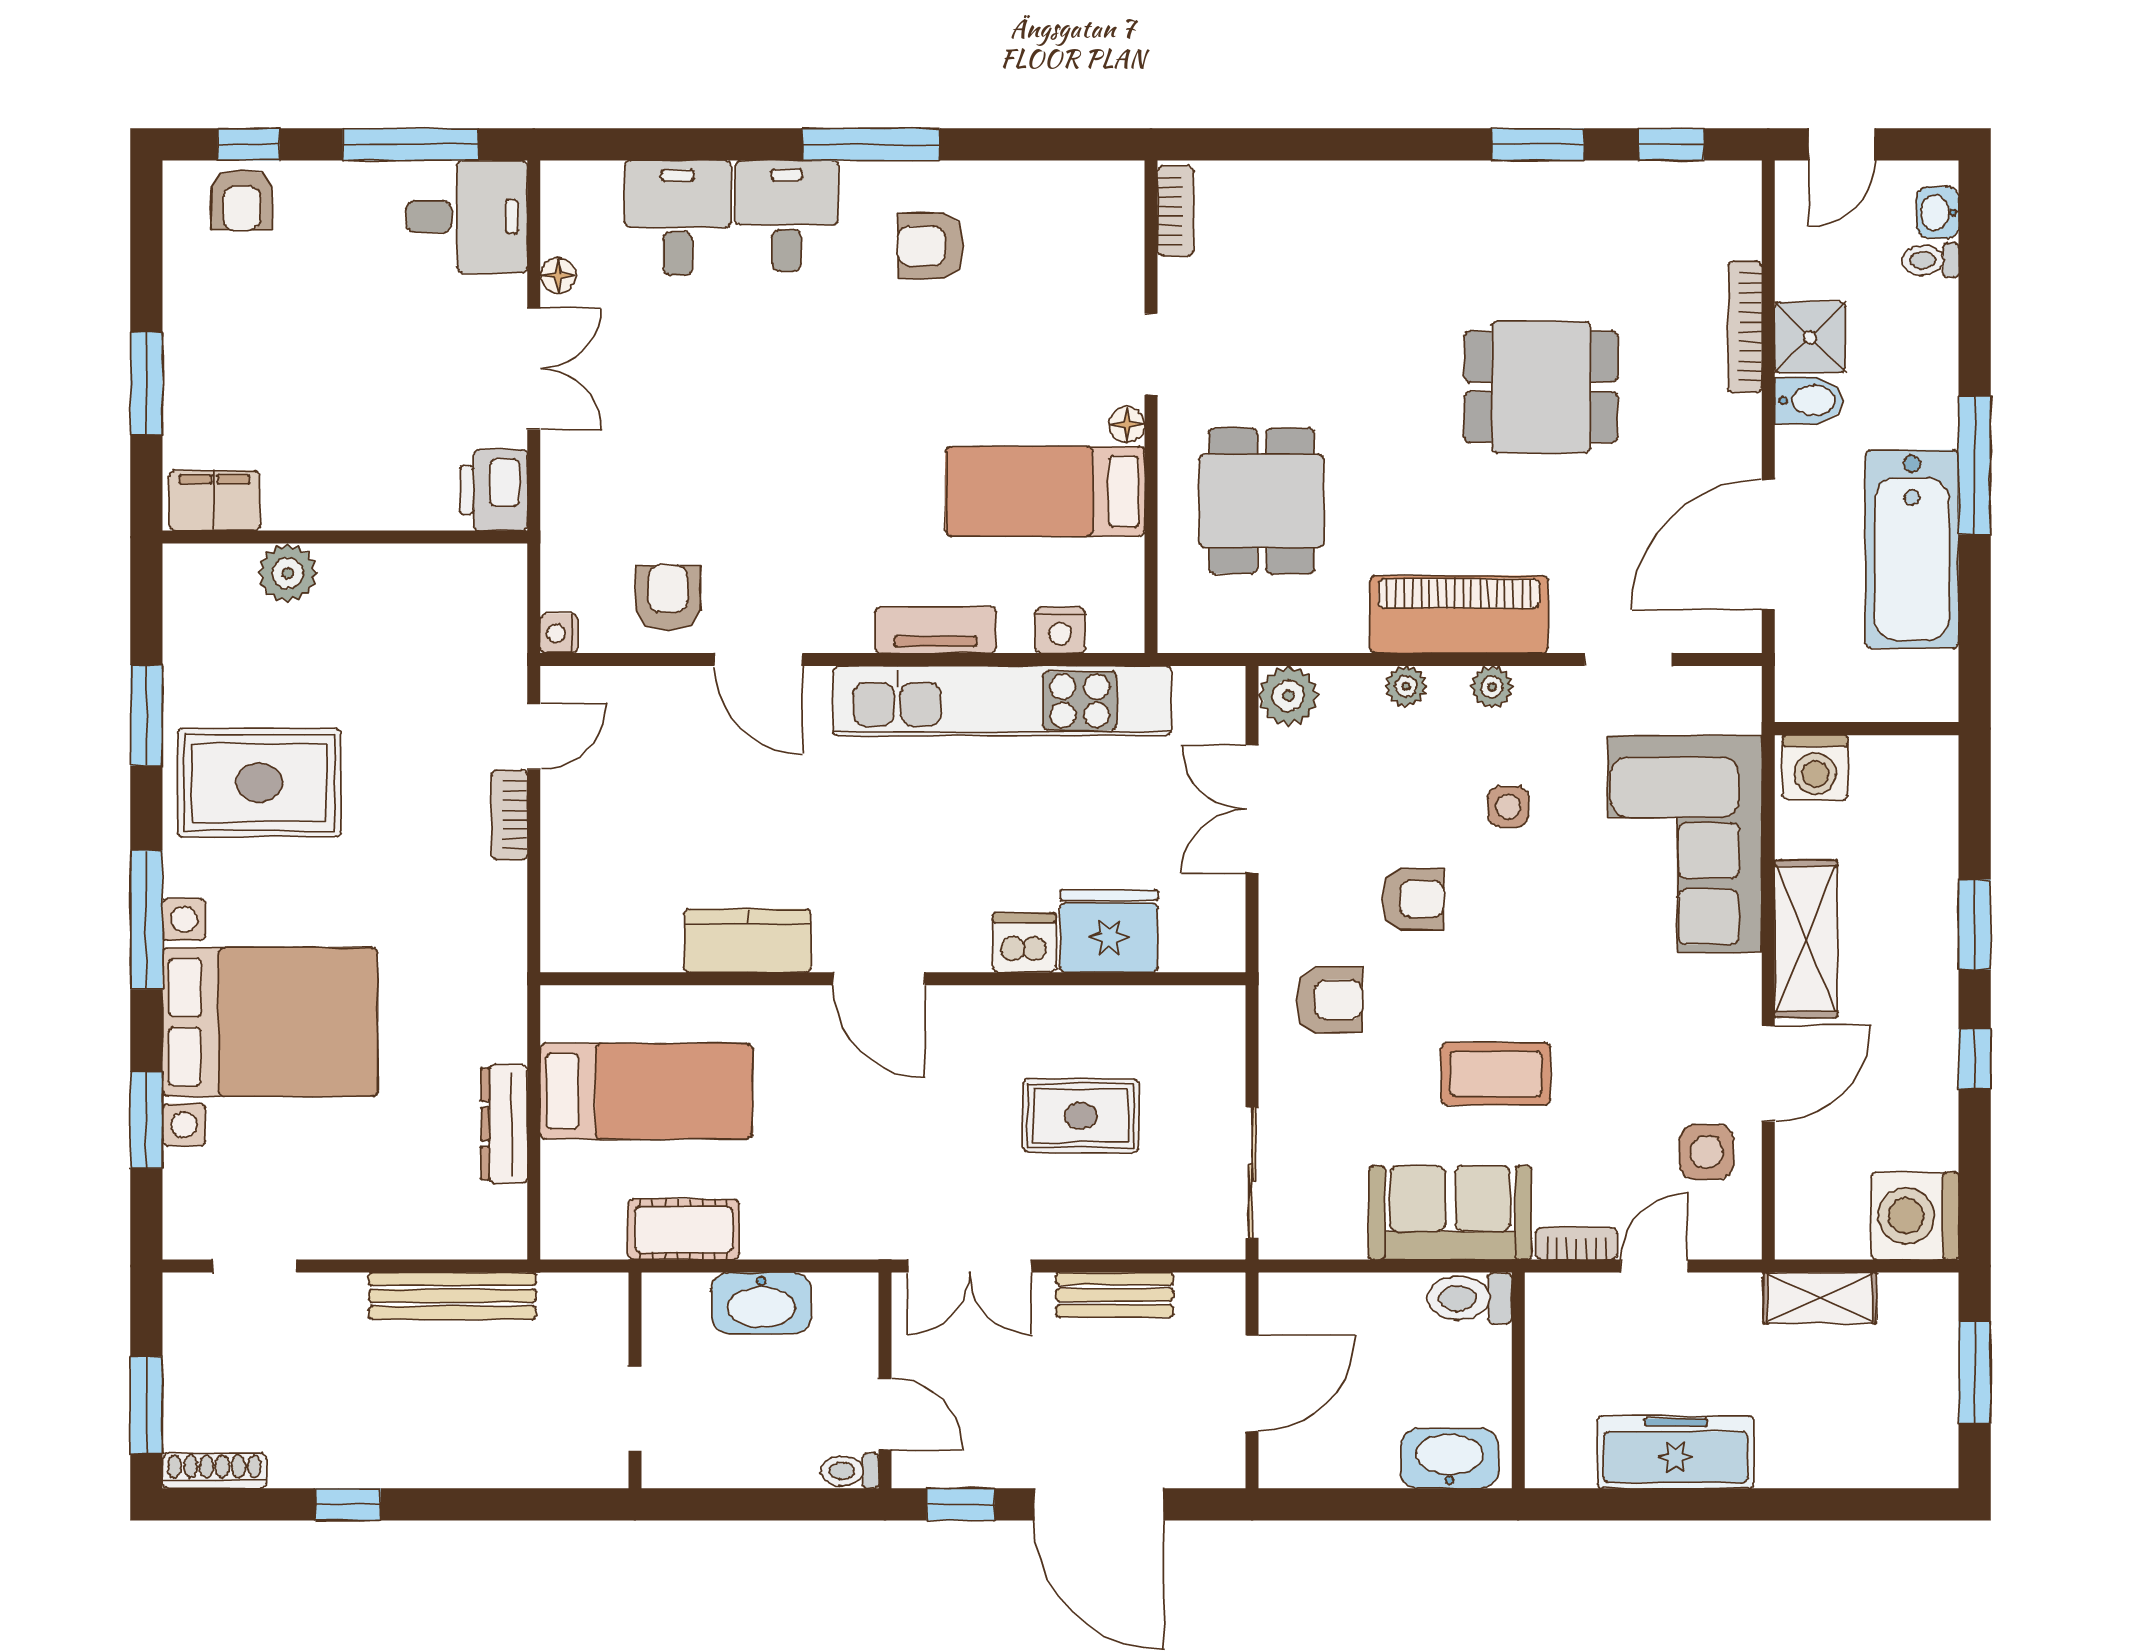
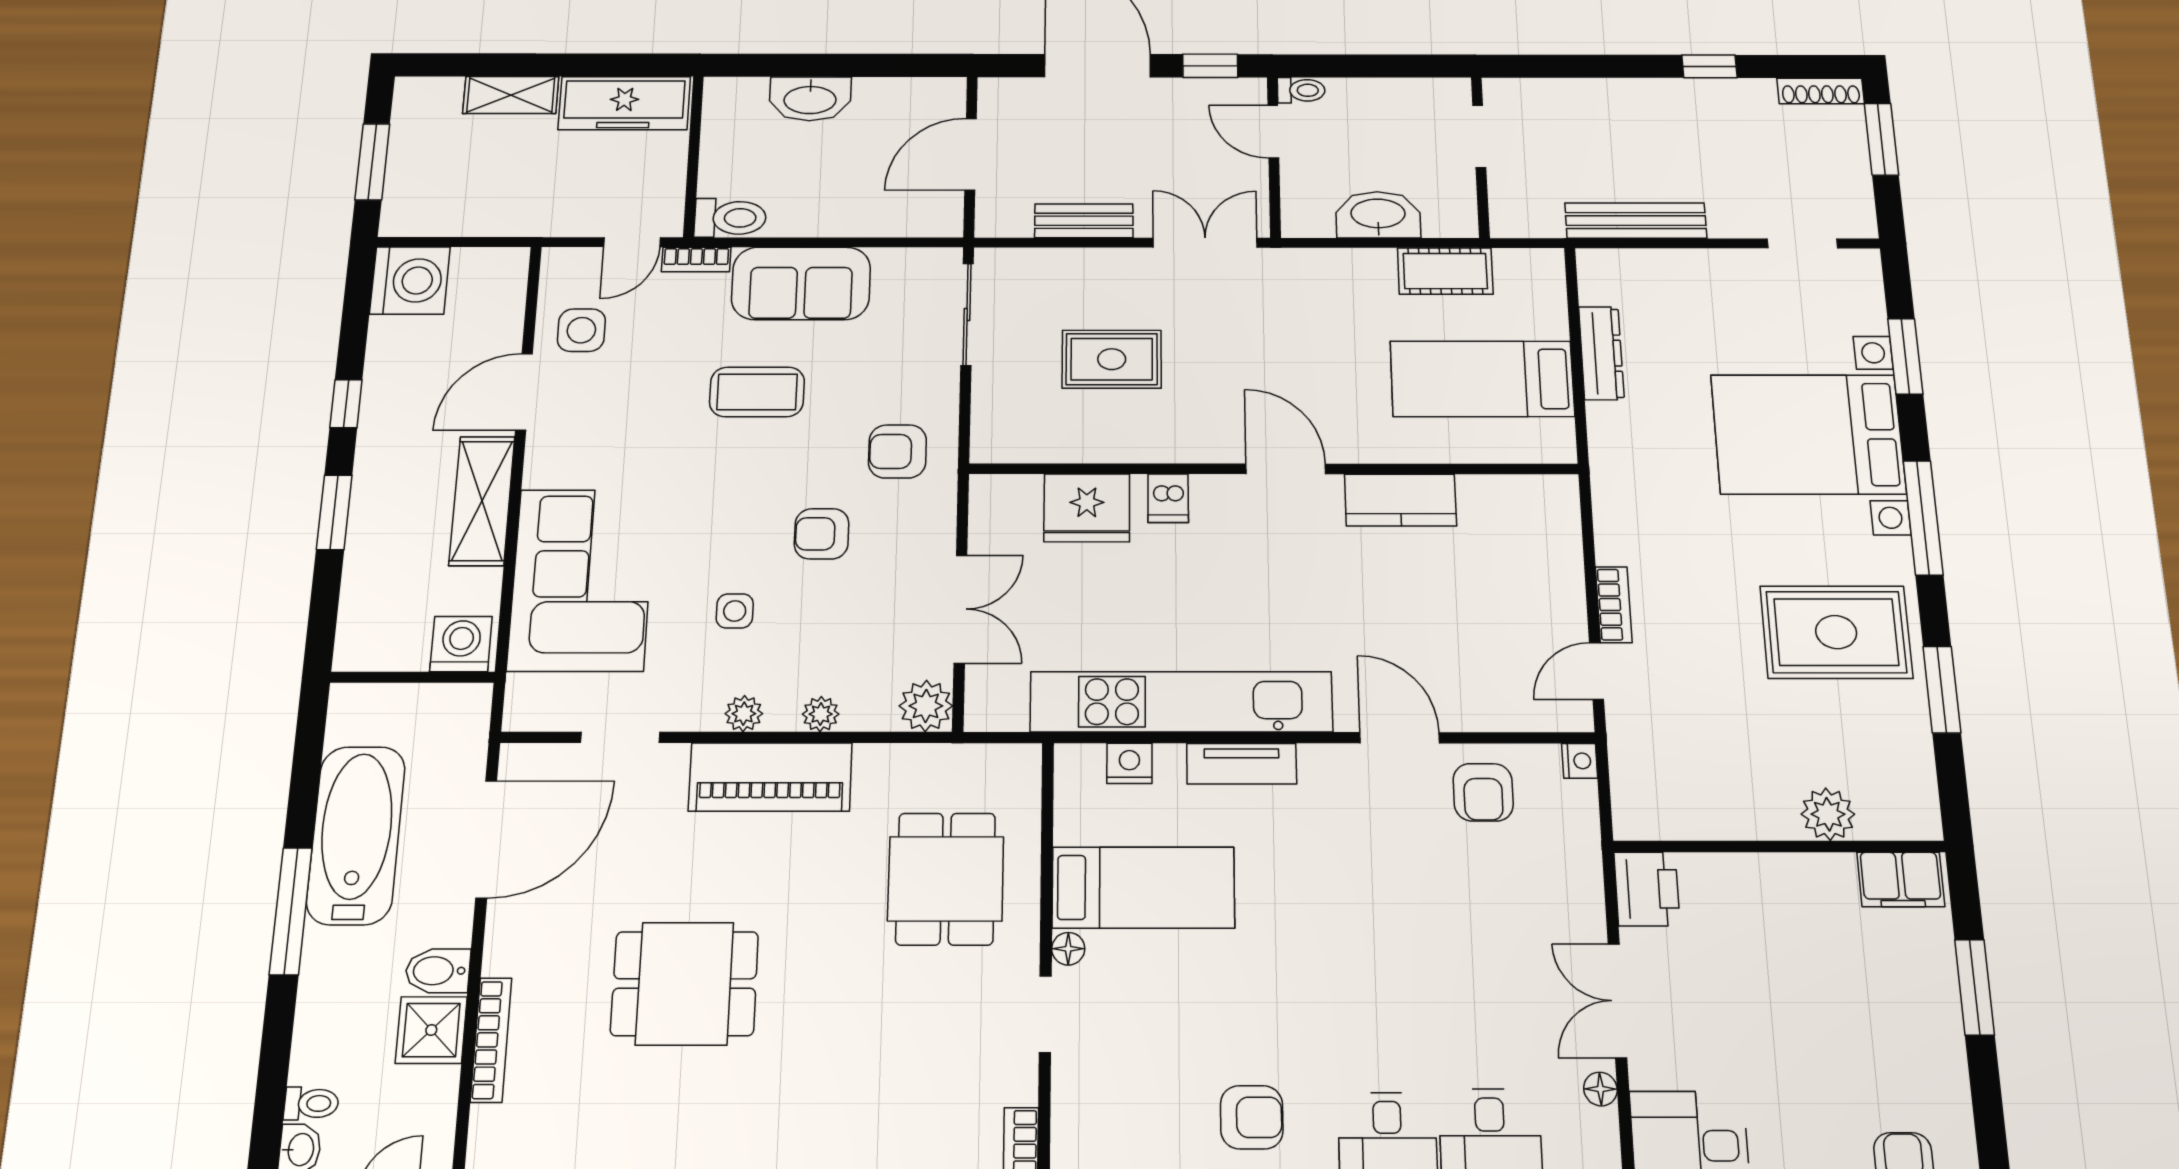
dishwasher: (1024, 943) -> (1168, 498), width x0.73
toilet: (1469, 1298) -> (730, 218), moved
shelving: (1820, 1298) -> (511, 95), moved
wall: (1518, 1380) -> (693, 156), moved

